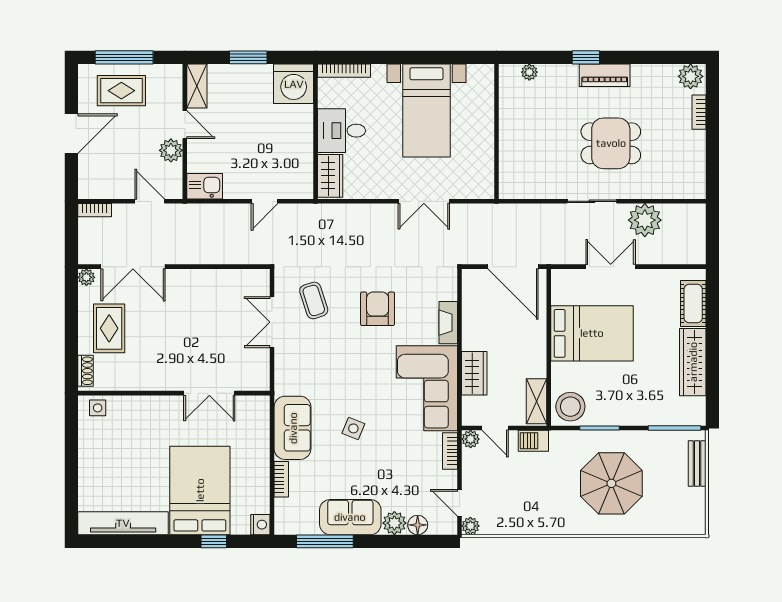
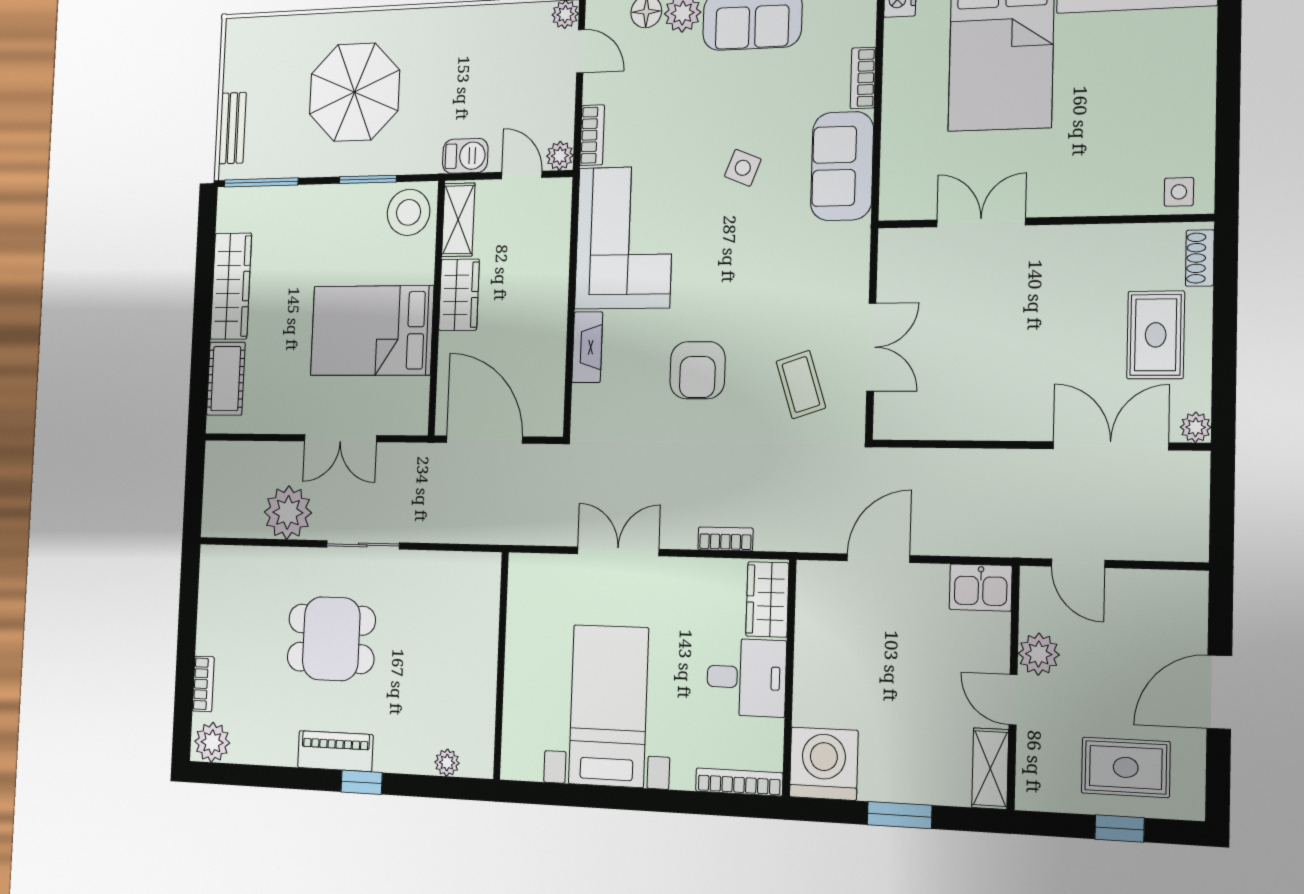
window: (124, 57) -> (1120, 829), width x0.46
door: (264, 201) -> (878, 558), width x1.38
bookcase: (95, 210) -> (725, 539), moved
wardrobe: (474, 373) -> (459, 295), moved, turned 180

